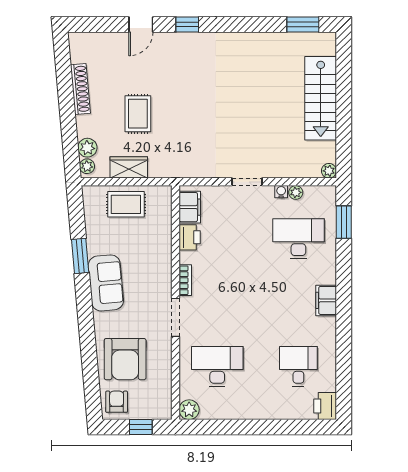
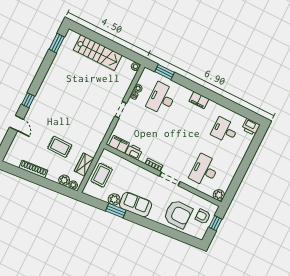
plant: (97, 244) -> (114, 199), added
armchair: (117, 402) -> (203, 216), moved

